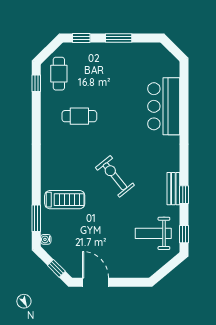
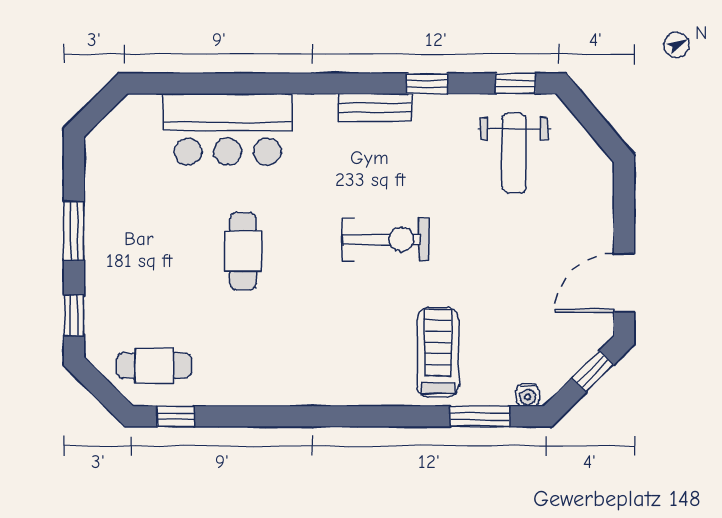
cafe table: (79, 116) -> (243, 251), moved
exercise bike: (115, 176) -> (386, 239), turned -141
bench: (173, 189) -> (375, 108), moved

